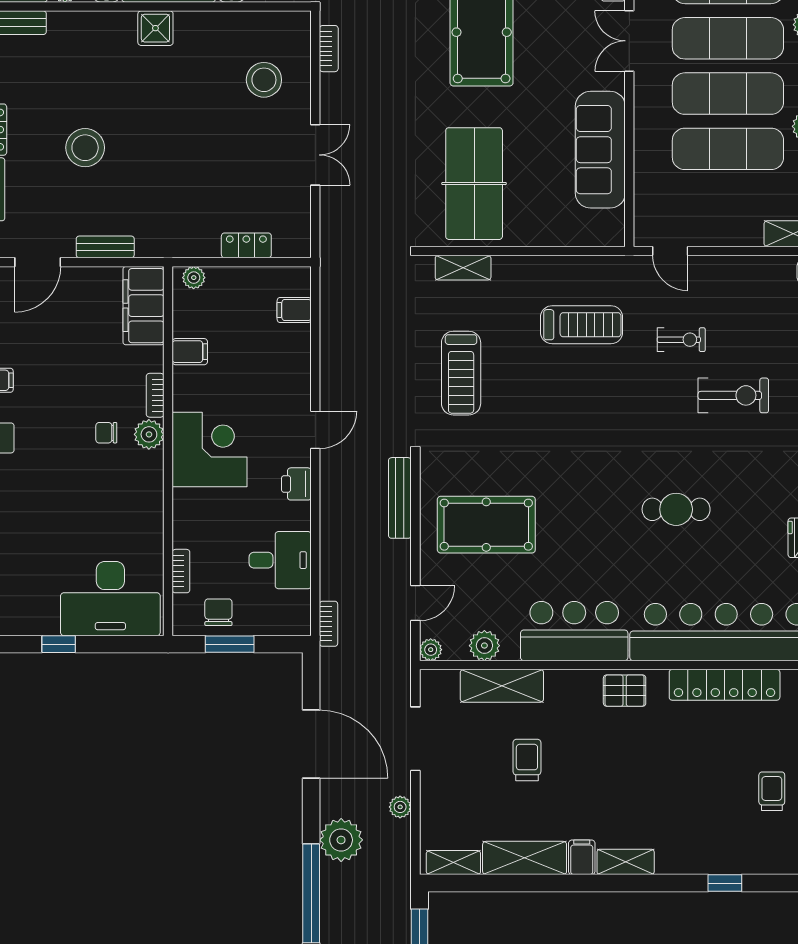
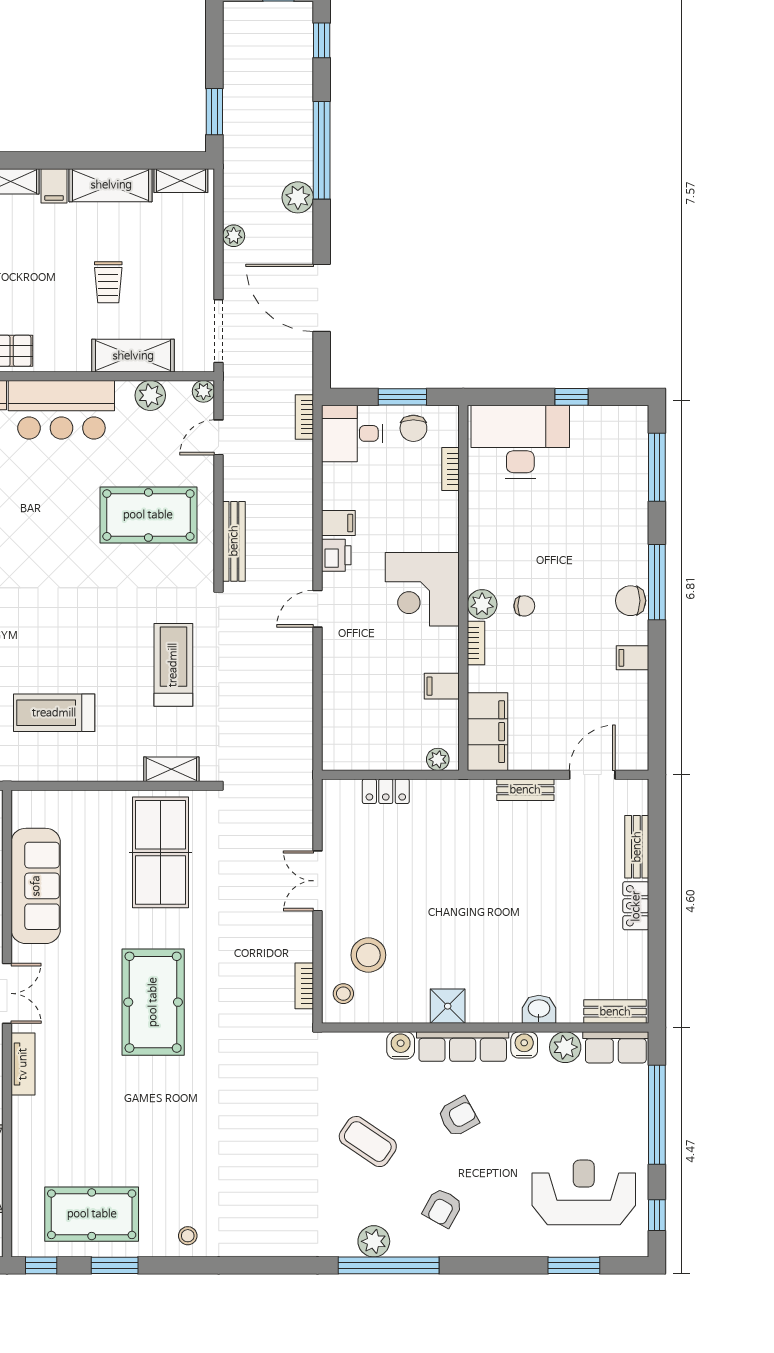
washbasin: (91, 25) -> (539, 1009), added
shower: (155, 28) -> (448, 1006), moved
stool: (85, 148) -> (343, 994), moved, width x0.53, depth x0.53
filing cabinet: (294, 310) -> (338, 523), moved
desk: (280, 560) -> (352, 433), moved
doorway: (415, 739) -> (219, 331), moved
plant: (341, 840) -> (298, 197), width x0.73, depth x0.73

